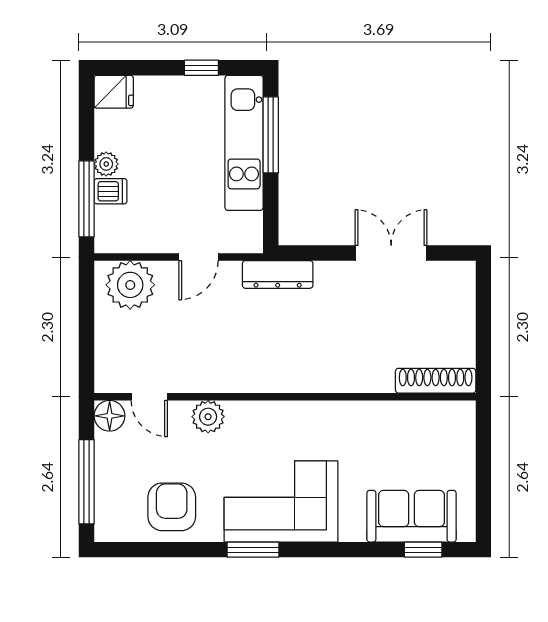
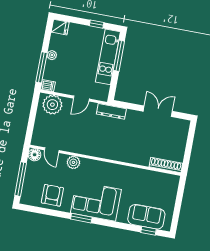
dishwasher: (111, 191) -> (48, 86), moved

